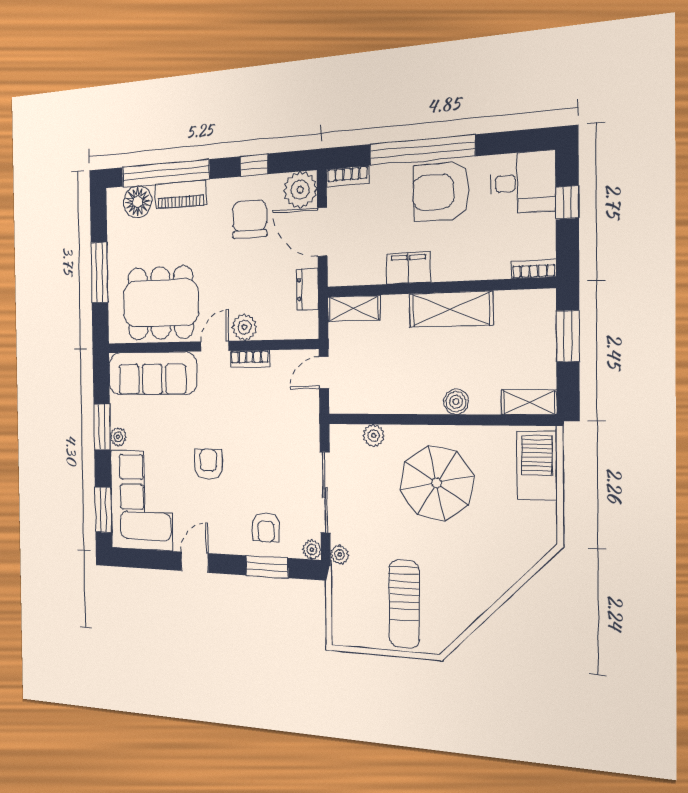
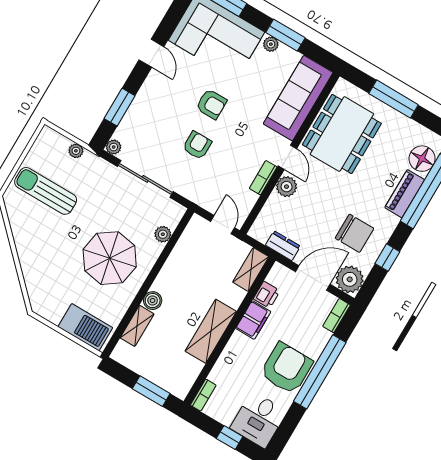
printer: (371, 272) -> (267, 295), added
shelving: (529, 402) -> (137, 326), moved
armchair: (266, 527) -> (197, 145), moved, turned 90
plant: (340, 555) -> (76, 151), moved

